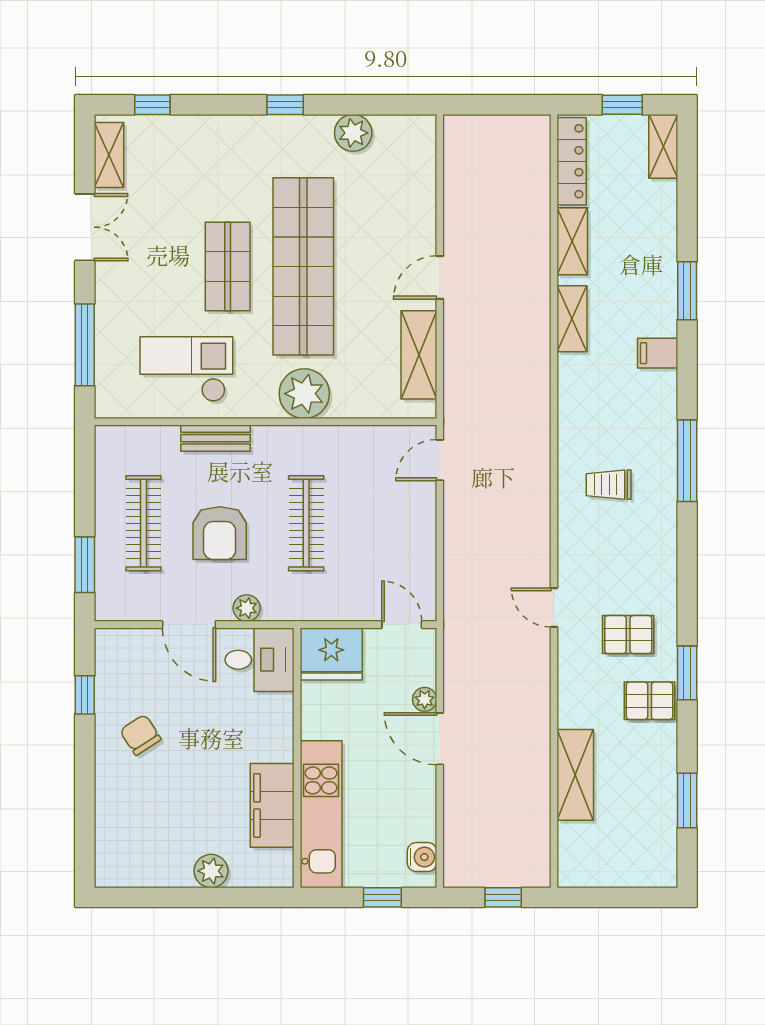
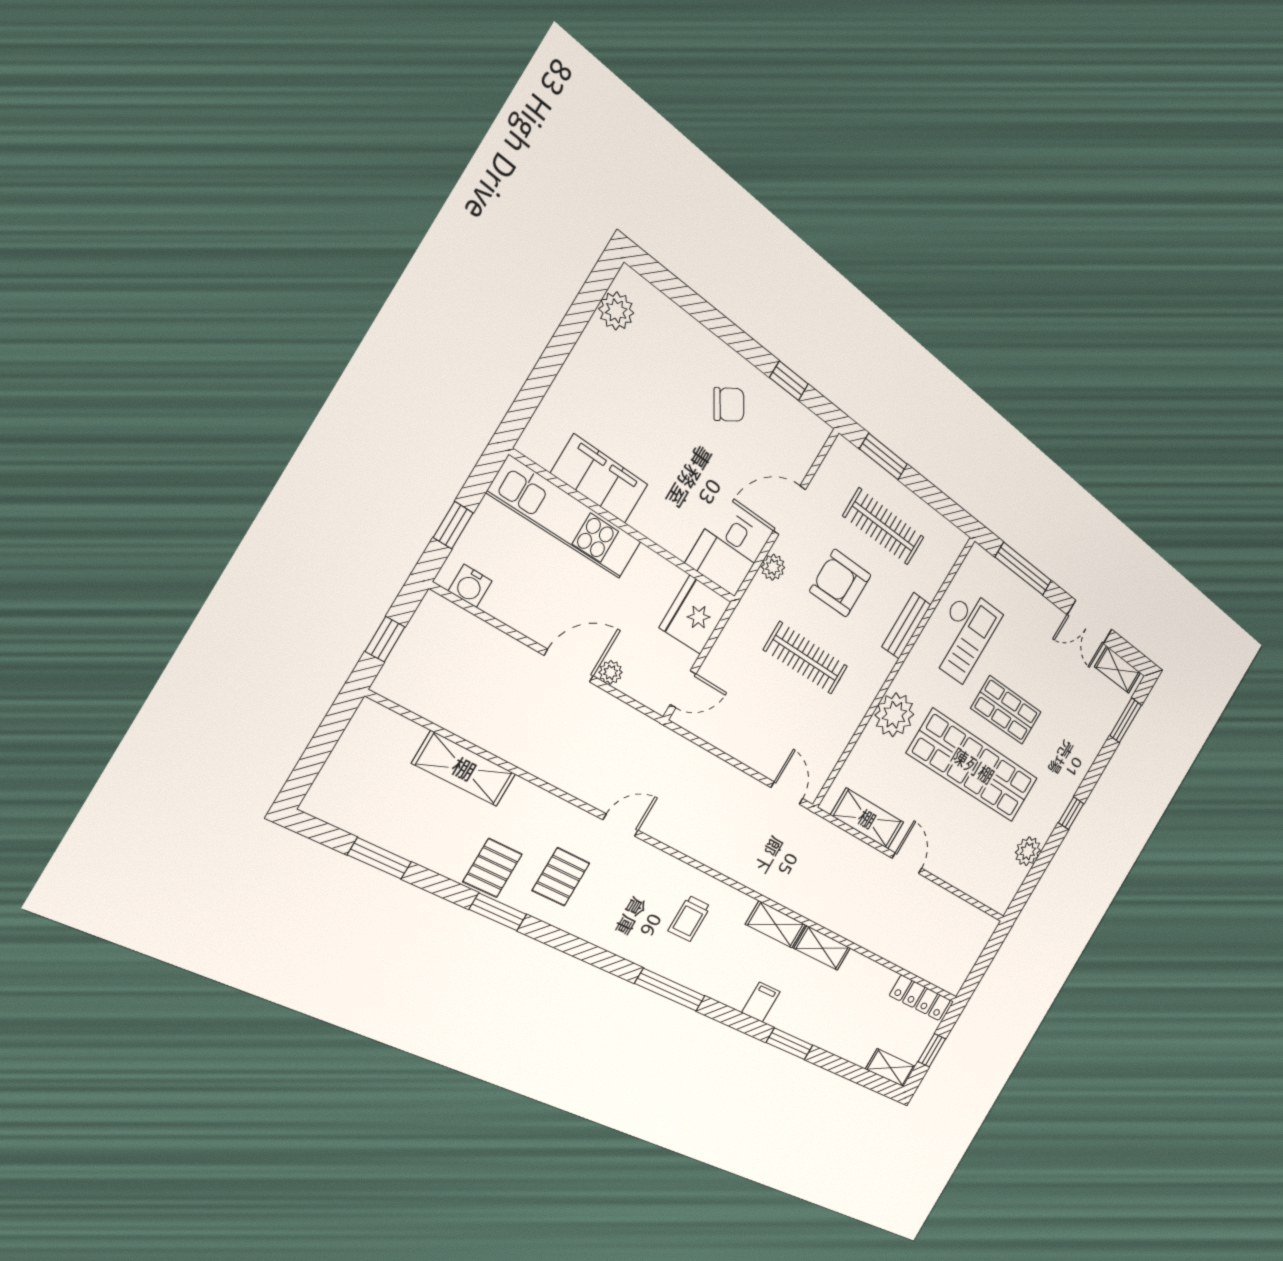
window: (152, 105) -> (1126, 720), width x1.50
shelving: (572, 241) -> (776, 924), moved
trolley: (609, 485) -> (689, 918), turned 180
plant: (211, 871) -> (616, 311), moved

